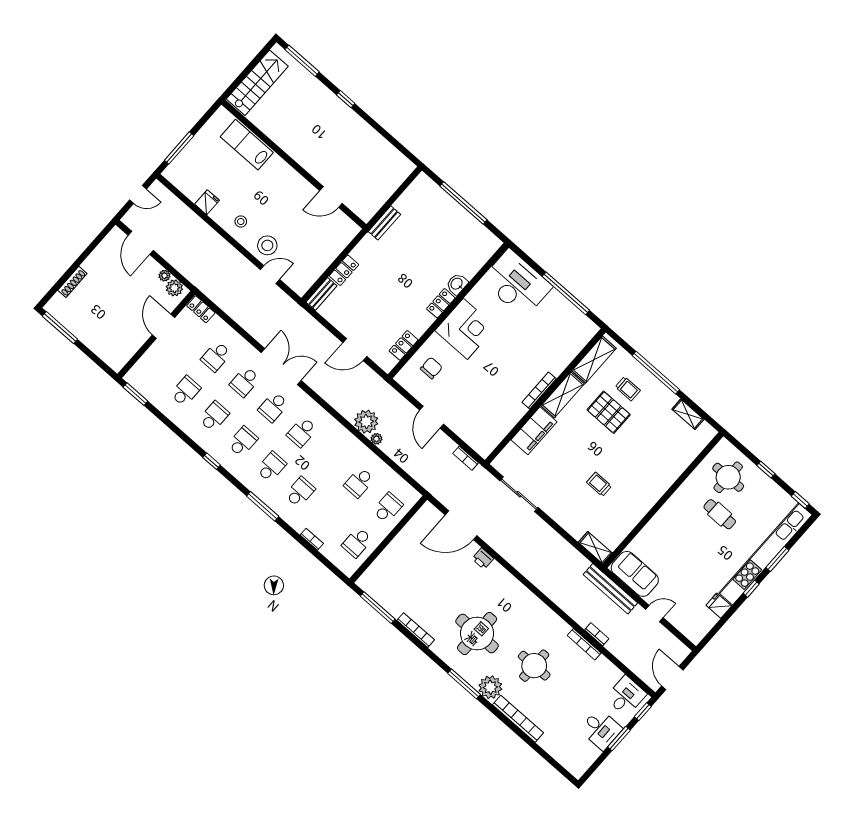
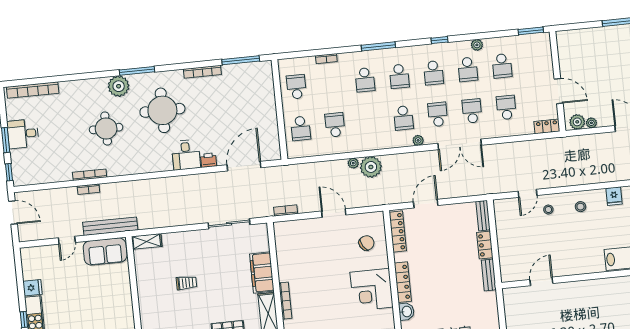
bench: (384, 223) -> (489, 275), moved
stool: (267, 245) -> (548, 210), width x0.53, depth x0.53
locker: (441, 303) -> (403, 282), width x1.53
locker: (404, 345) -> (398, 232), width x1.53
chair: (431, 368) -> (366, 243), turned -121
plant: (309, 403) -> (418, 140), added
plant: (187, 427) -> (477, 45), added
school desk: (302, 432) -> (403, 118), turned 180
desk: (626, 696) -> (186, 155), moved
bookcase: (518, 719) -> (33, 90), moved

